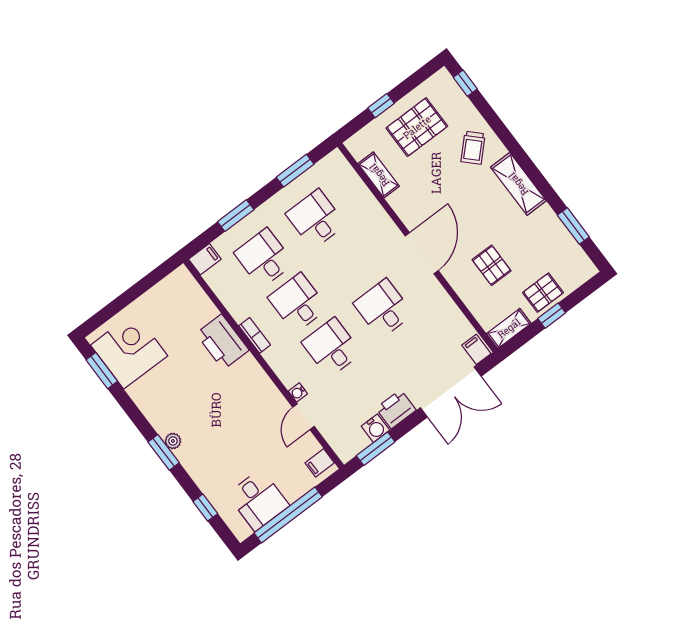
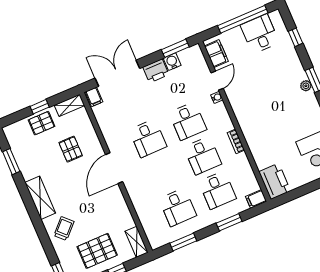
shelving: (379, 175) -> (137, 242), moved
printer: (222, 342) -> (275, 181), moved
filing cabinet: (320, 463) -> (216, 54), width x2.00

